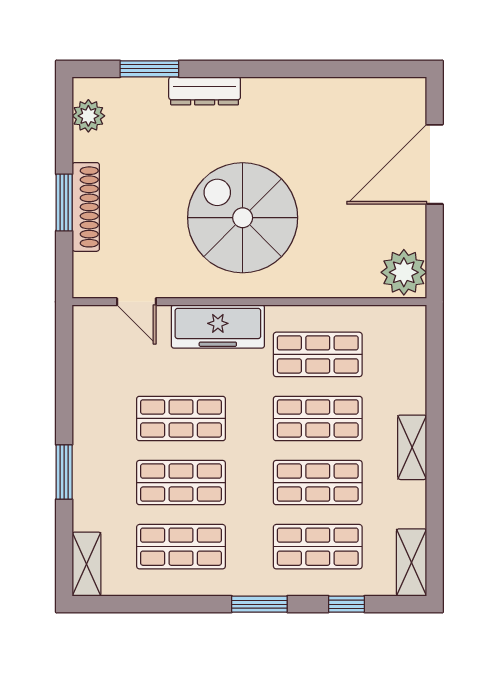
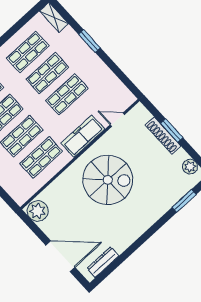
dresser: (205, 91) -> (103, 262), moved
door: (435, 164) -> (60, 256), hinge flipped

